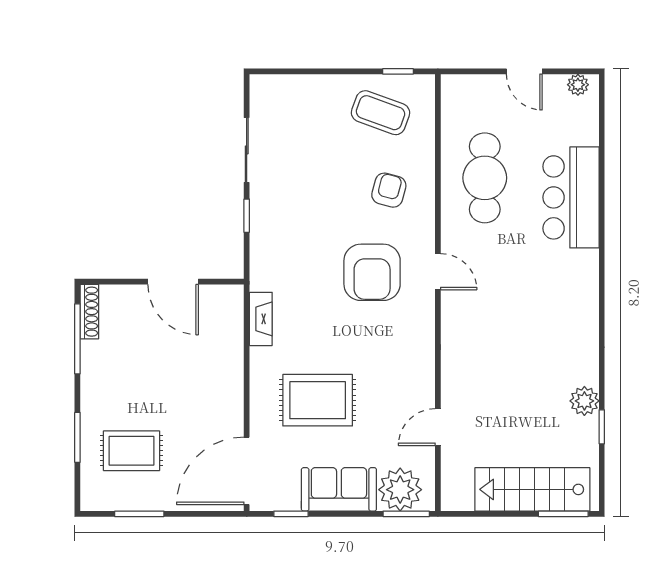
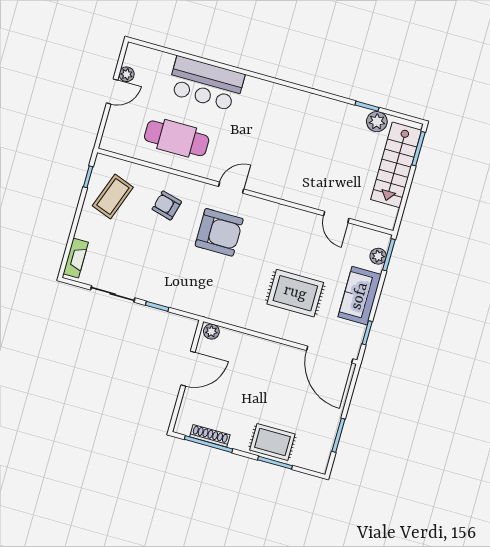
plant: (578, 85) -> (127, 74), moved
plant: (233, 300) -> (211, 332), added
shoe rack: (89, 312) -> (210, 436), moved
fireplace: (261, 319) -> (76, 258), moved, turned 90
rug: (318, 400) -> (295, 293), turned 90
plant: (584, 401) -> (377, 122), moved
rug: (132, 451) -> (272, 442), moved, turned 90
plant: (400, 490) -> (378, 256), width x0.53, depth x0.53

